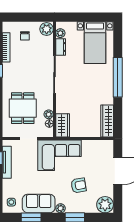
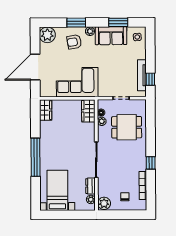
dining table: (23, 108) -> (127, 127), turned 90
wardrobe: (107, 121) -> (46, 110), width x0.67
corner sofa: (60, 155) -> (77, 82), moved
armchair: (78, 185) -> (74, 42), moved

